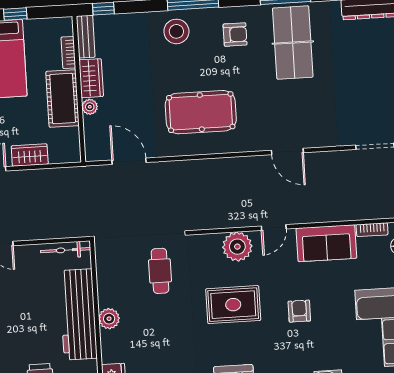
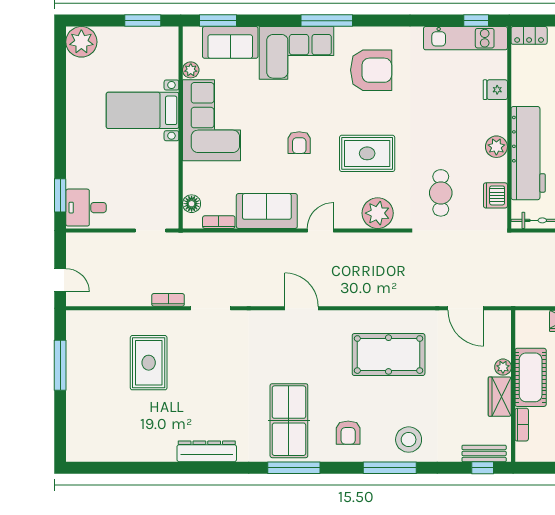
armchair: (235, 35) -> (348, 433), turned -90
bench: (86, 37) -> (484, 453), moved, turned 90
plant: (237, 247) -> (378, 213), moved
dishwasher: (107, 272) -> (495, 195), added

